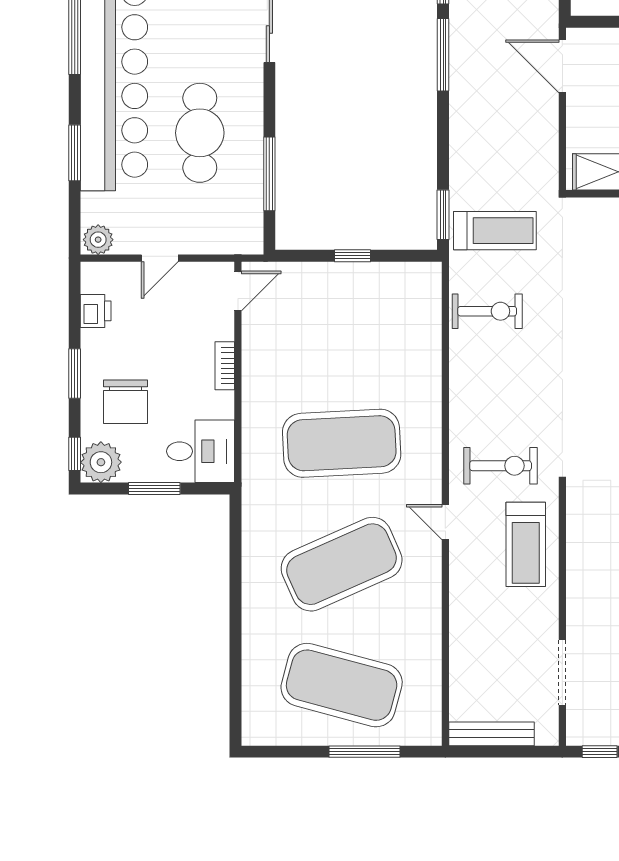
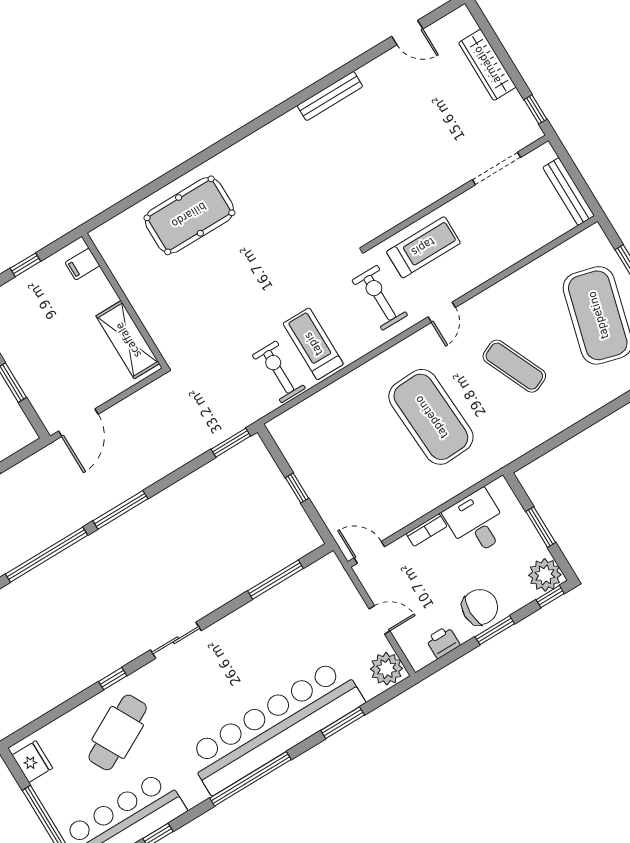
cafe table: (200, 133) -> (276, 645), removed
treadmill: (495, 231) -> (313, 344), moved
plant: (98, 240) -> (387, 669), width x1.36, depth x1.36
chair: (125, 402) -> (480, 607), moved
desk: (200, 451) -> (477, 522), moved
exercise mat: (342, 564) -> (514, 366), width x0.50, depth x0.69

